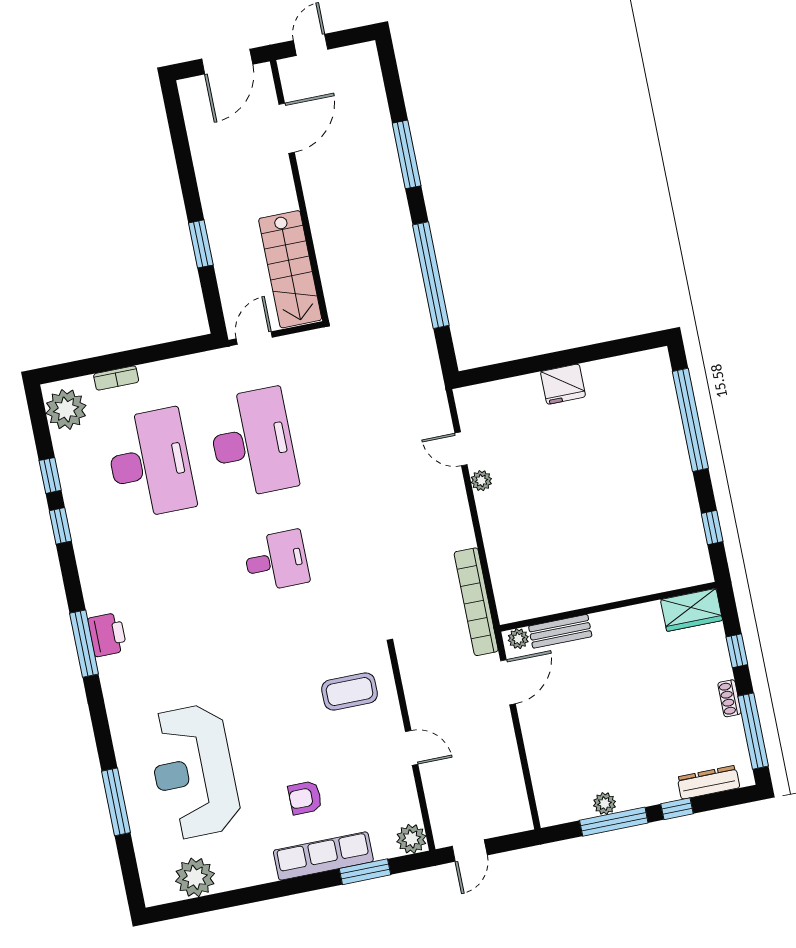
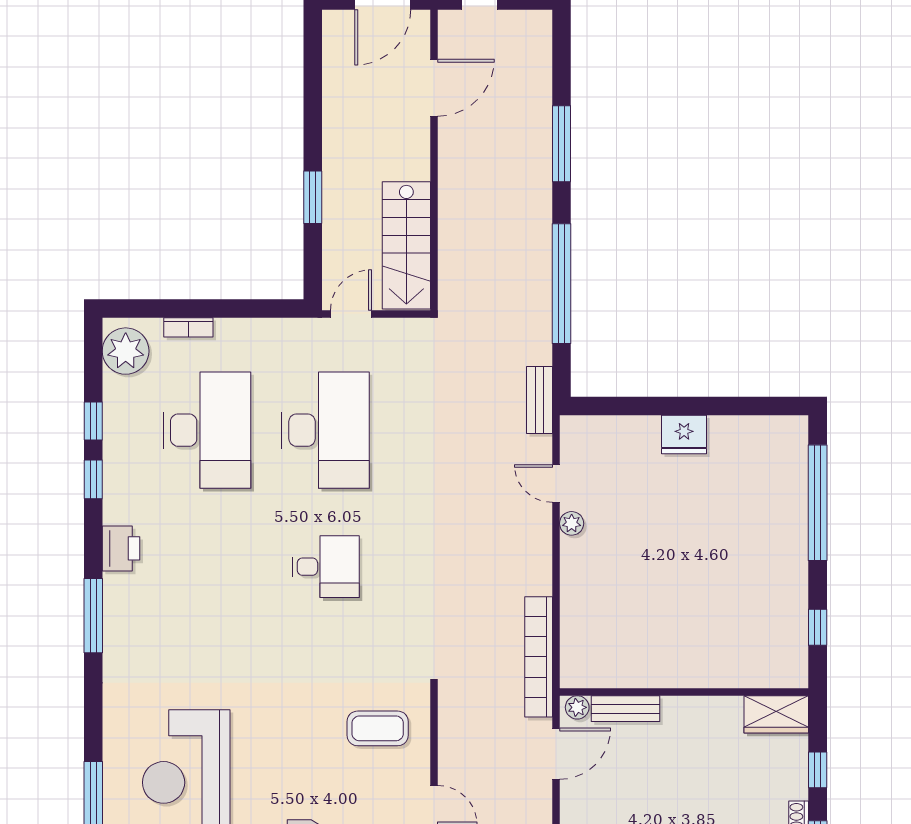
bench: (432, 379) -> (540, 400), added
printer: (107, 635) -> (121, 548), moved

